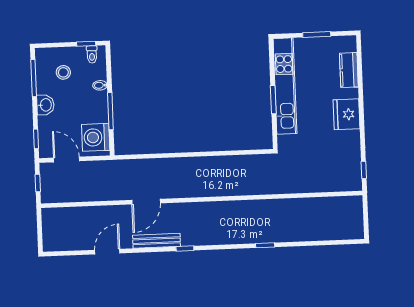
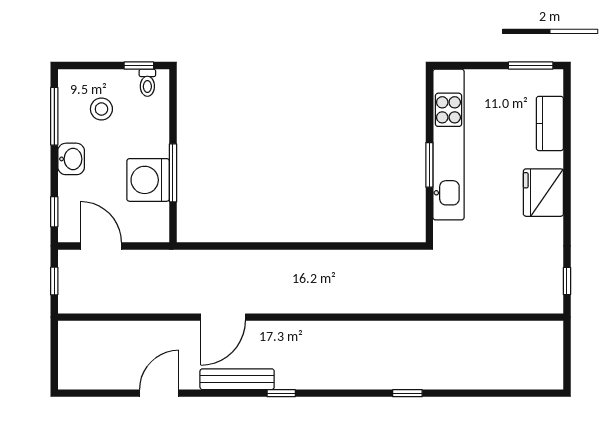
window: (317, 35) -> (531, 66), moved
bidet: (100, 85) -> (158, 132), removed
washing machine: (96, 137) -> (148, 180), moved

